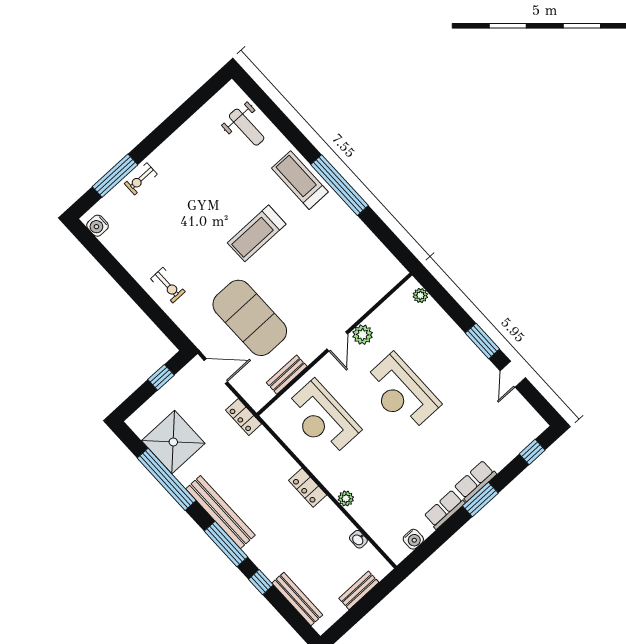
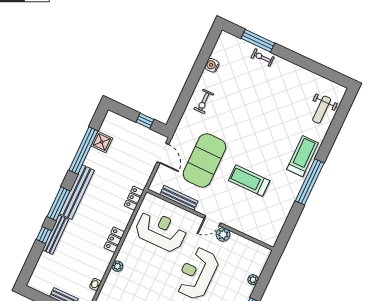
water cooler: (97, 226) -> (212, 65), moved
treadmill: (257, 233) -> (249, 181), moved
plant: (420, 295) -> (253, 280), moved
bench: (287, 375) -> (179, 198), width x1.36
locker: (244, 417) -> (134, 198), moved
reception desk: (322, 418) -> (161, 231), turned 90
shower: (173, 442) -> (102, 142), width x0.54, depth x0.54
bench: (297, 599) -> (56, 235), moved

